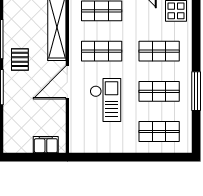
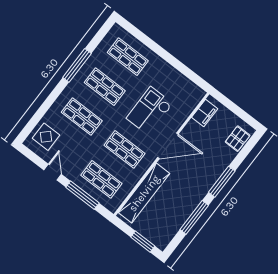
pallet: (20, 59) -> (238, 139), moved
filing cabinet: (46, 145) -> (205, 113), moved, turned -90

